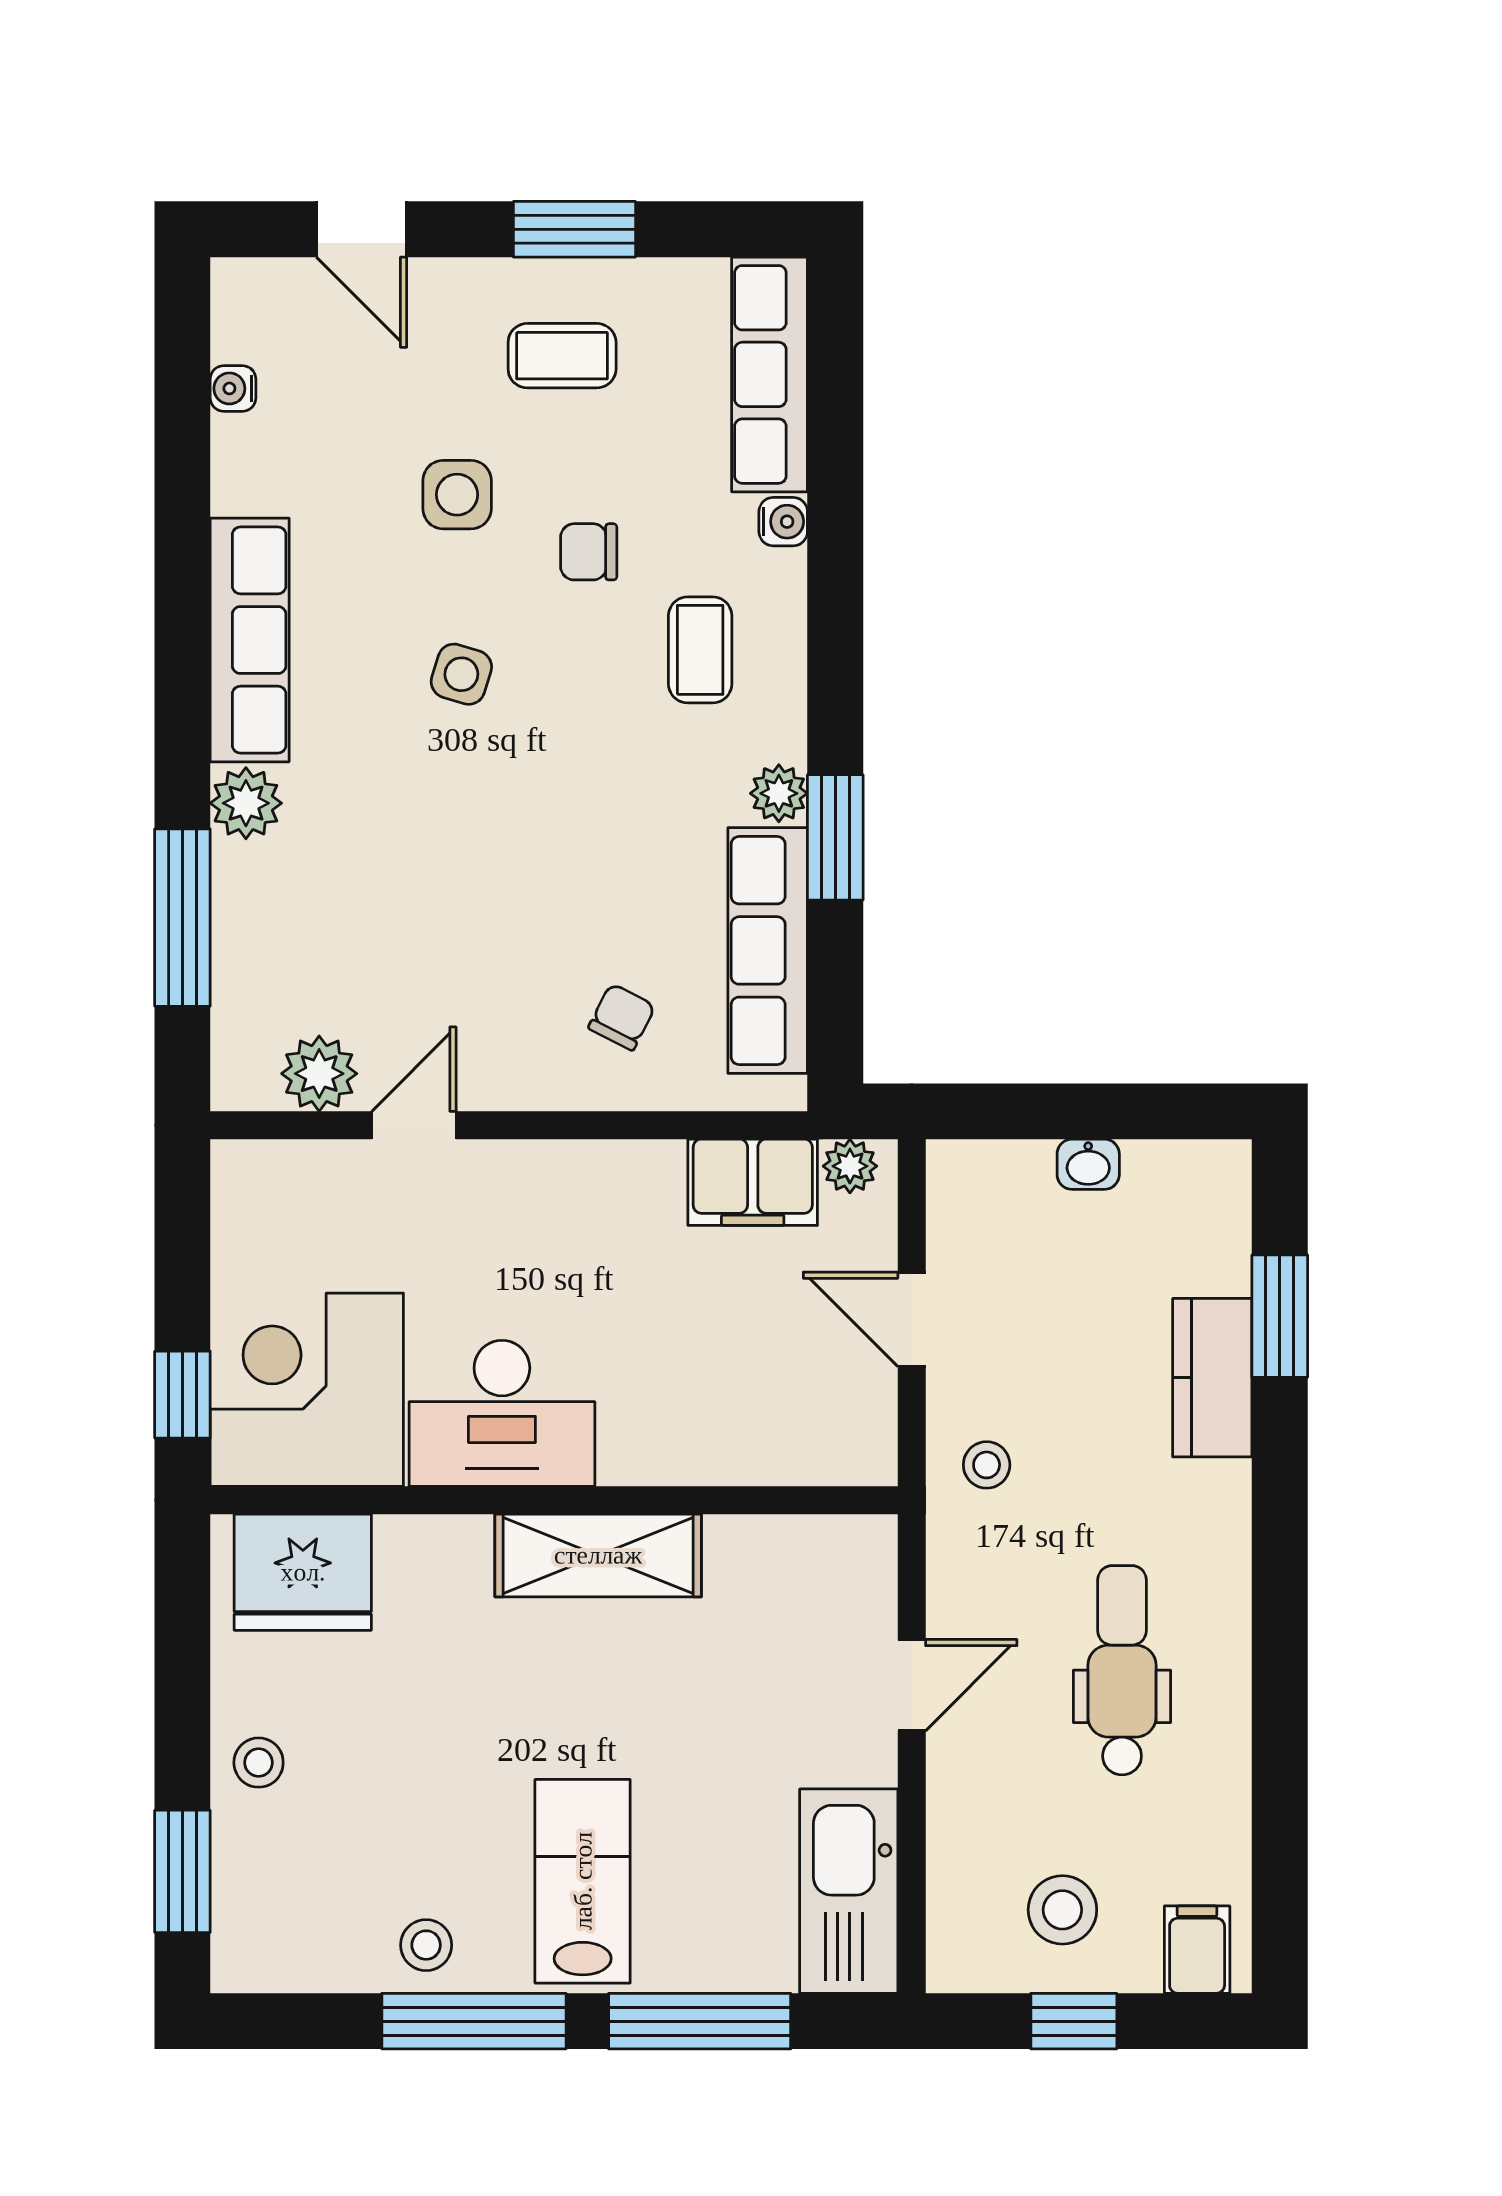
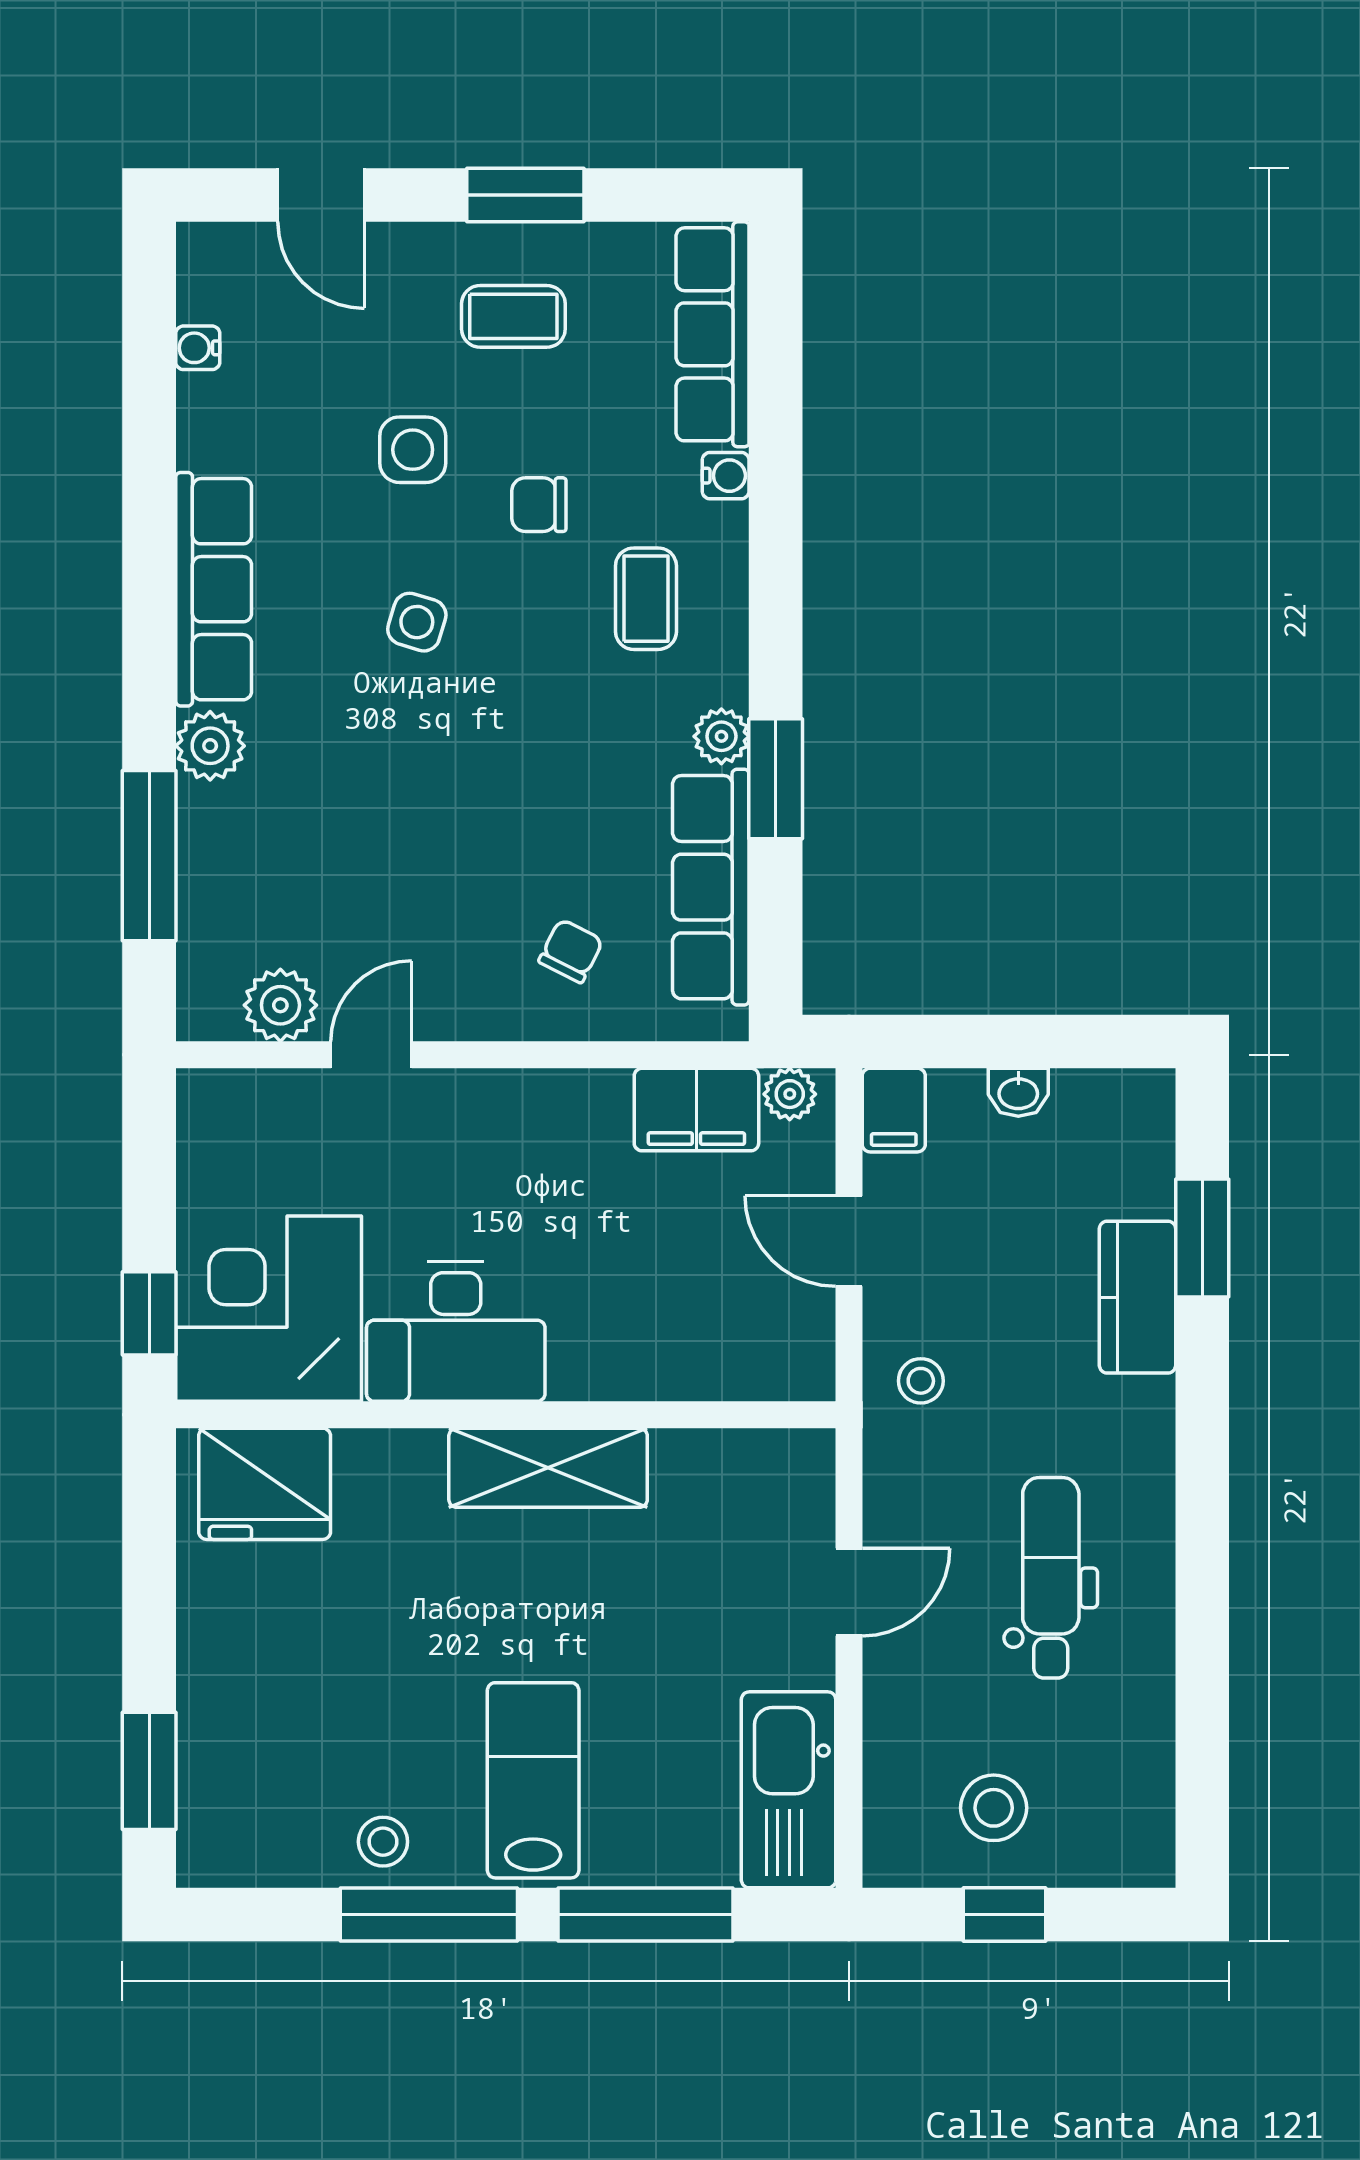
stool: (259, 1763) -> (222, 1666), removed
filing cabinet: (1197, 1950) -> (894, 1110), moved, turned 180

